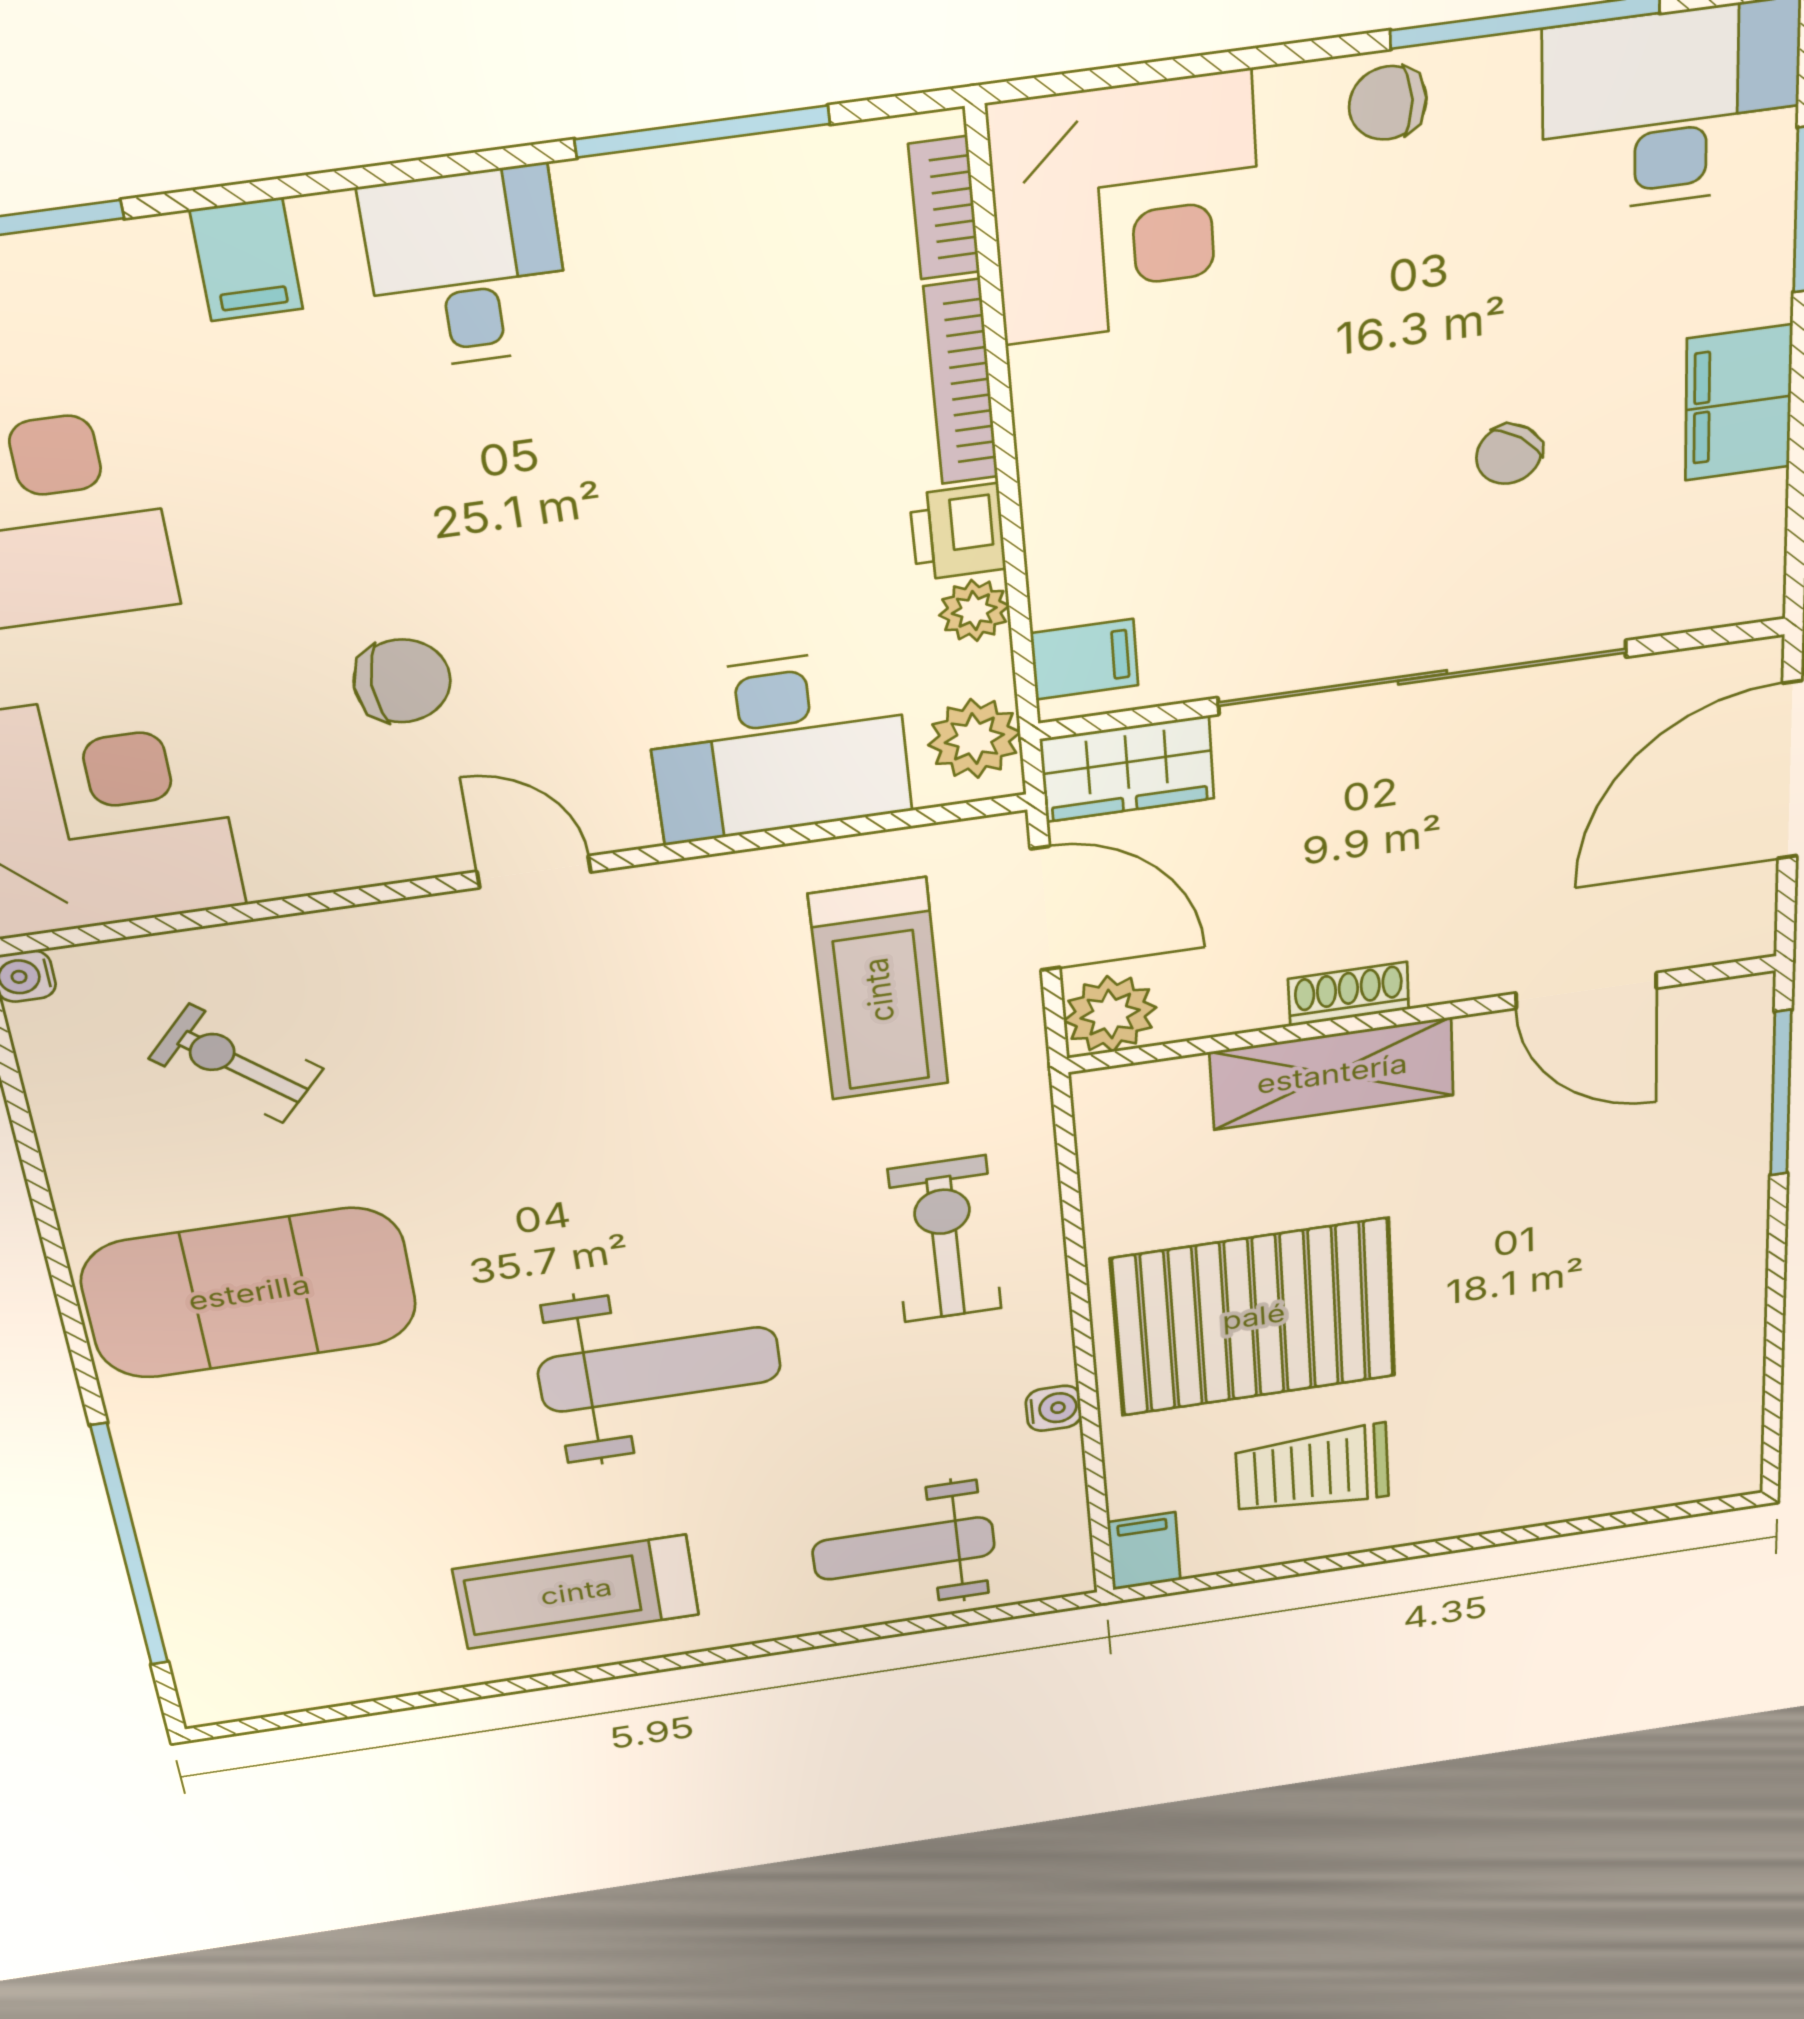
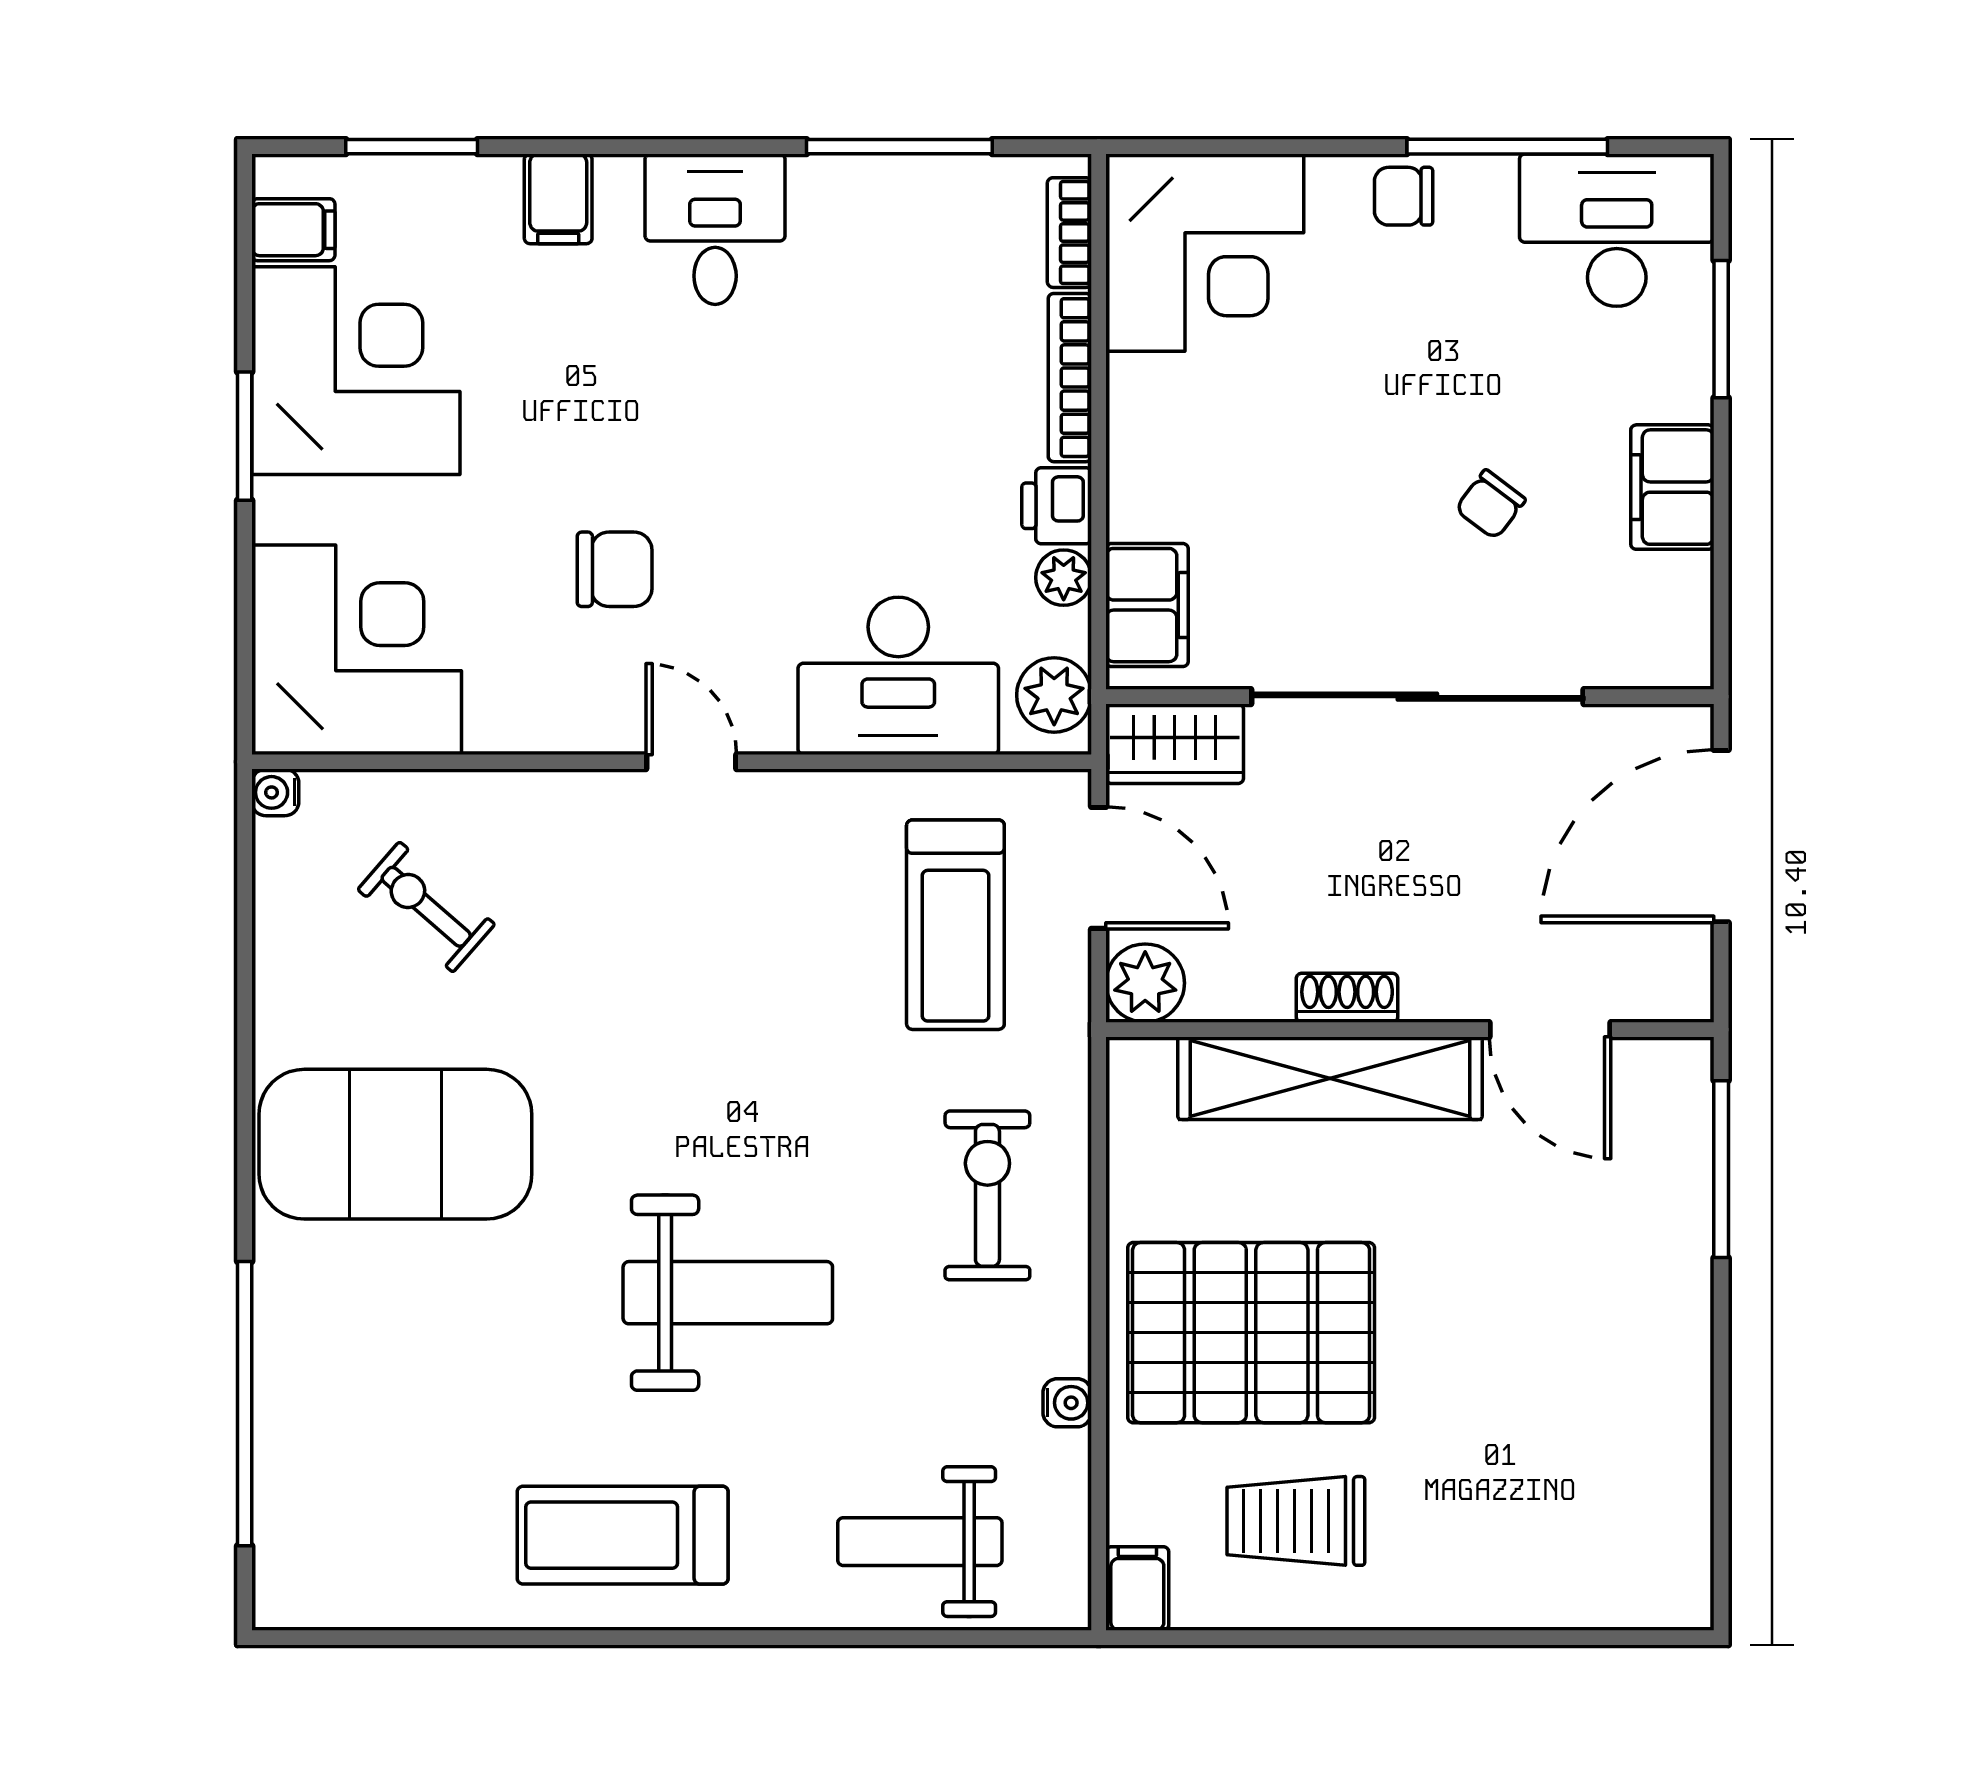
filing cabinet: (1084, 659) -> (1147, 605), width x2.00
shelving: (1332, 1074) -> (1330, 1078), width x1.47

